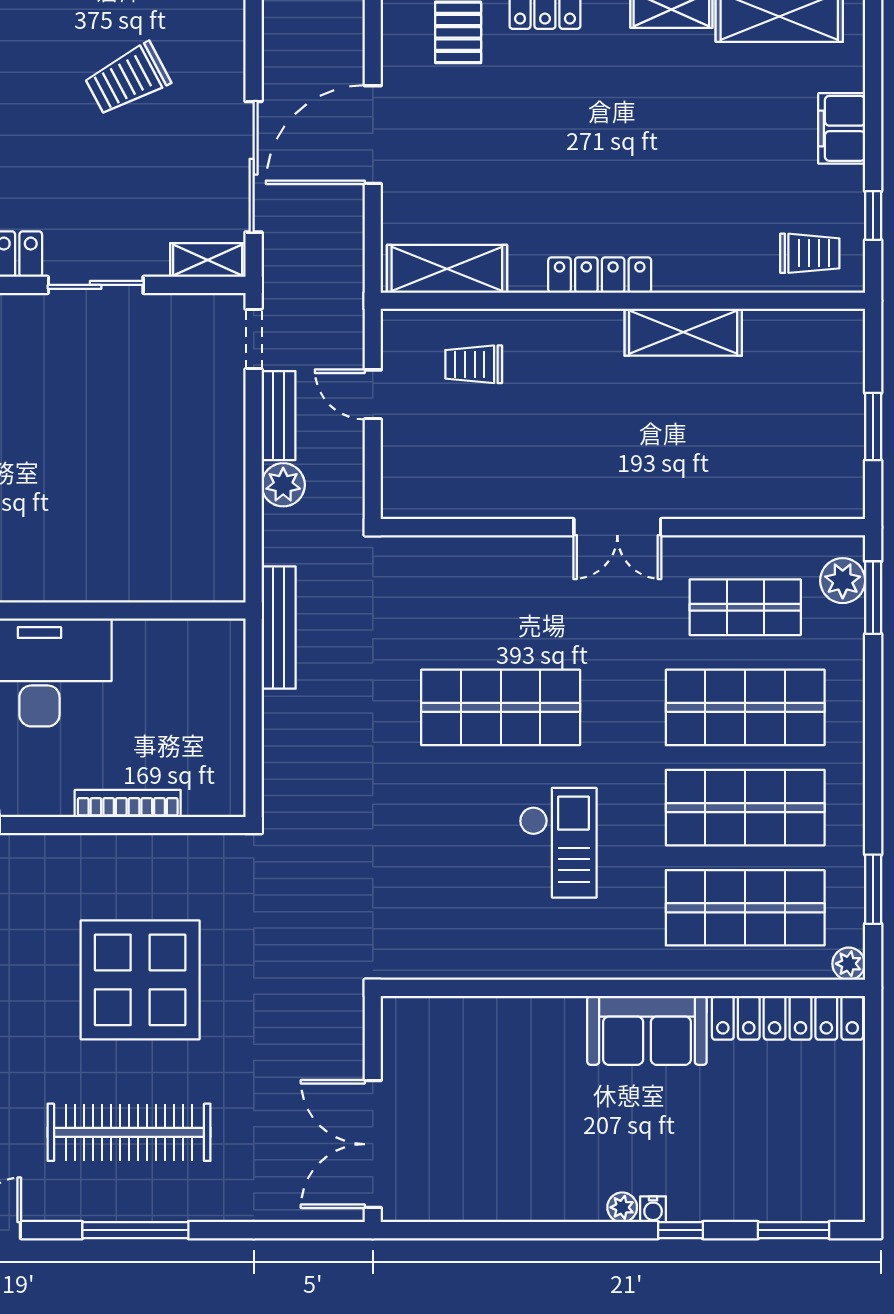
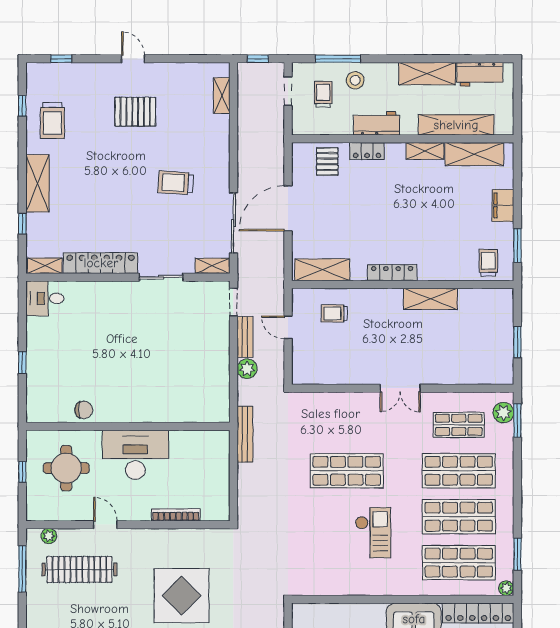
trolley: (127, 79) -> (176, 183), turned 32
window: (873, 215) -> (517, 245), width x1.50
trolley: (810, 253) -> (488, 263), turned -90

